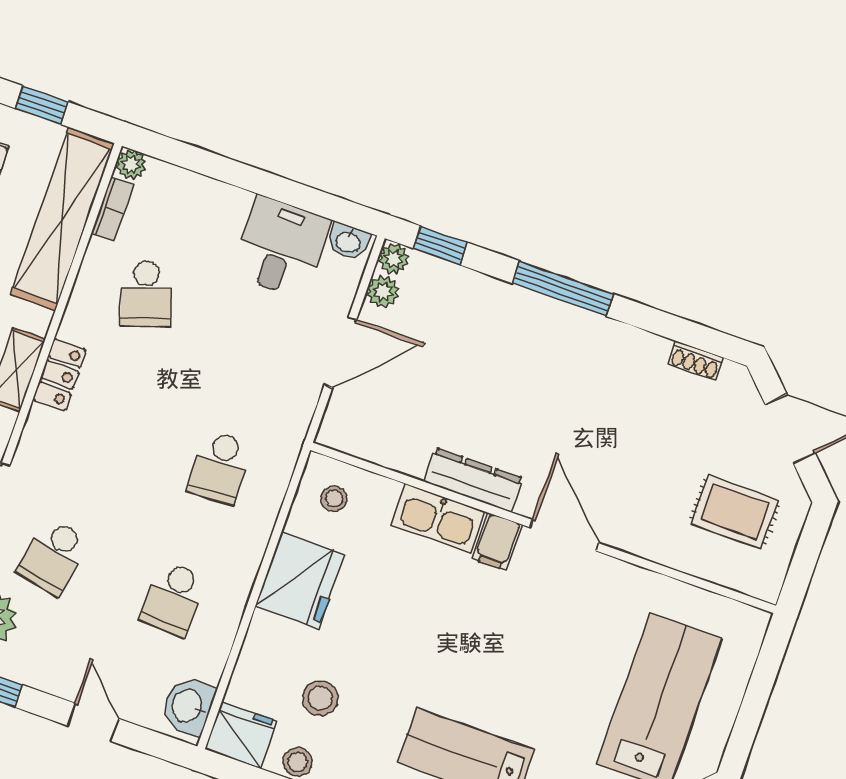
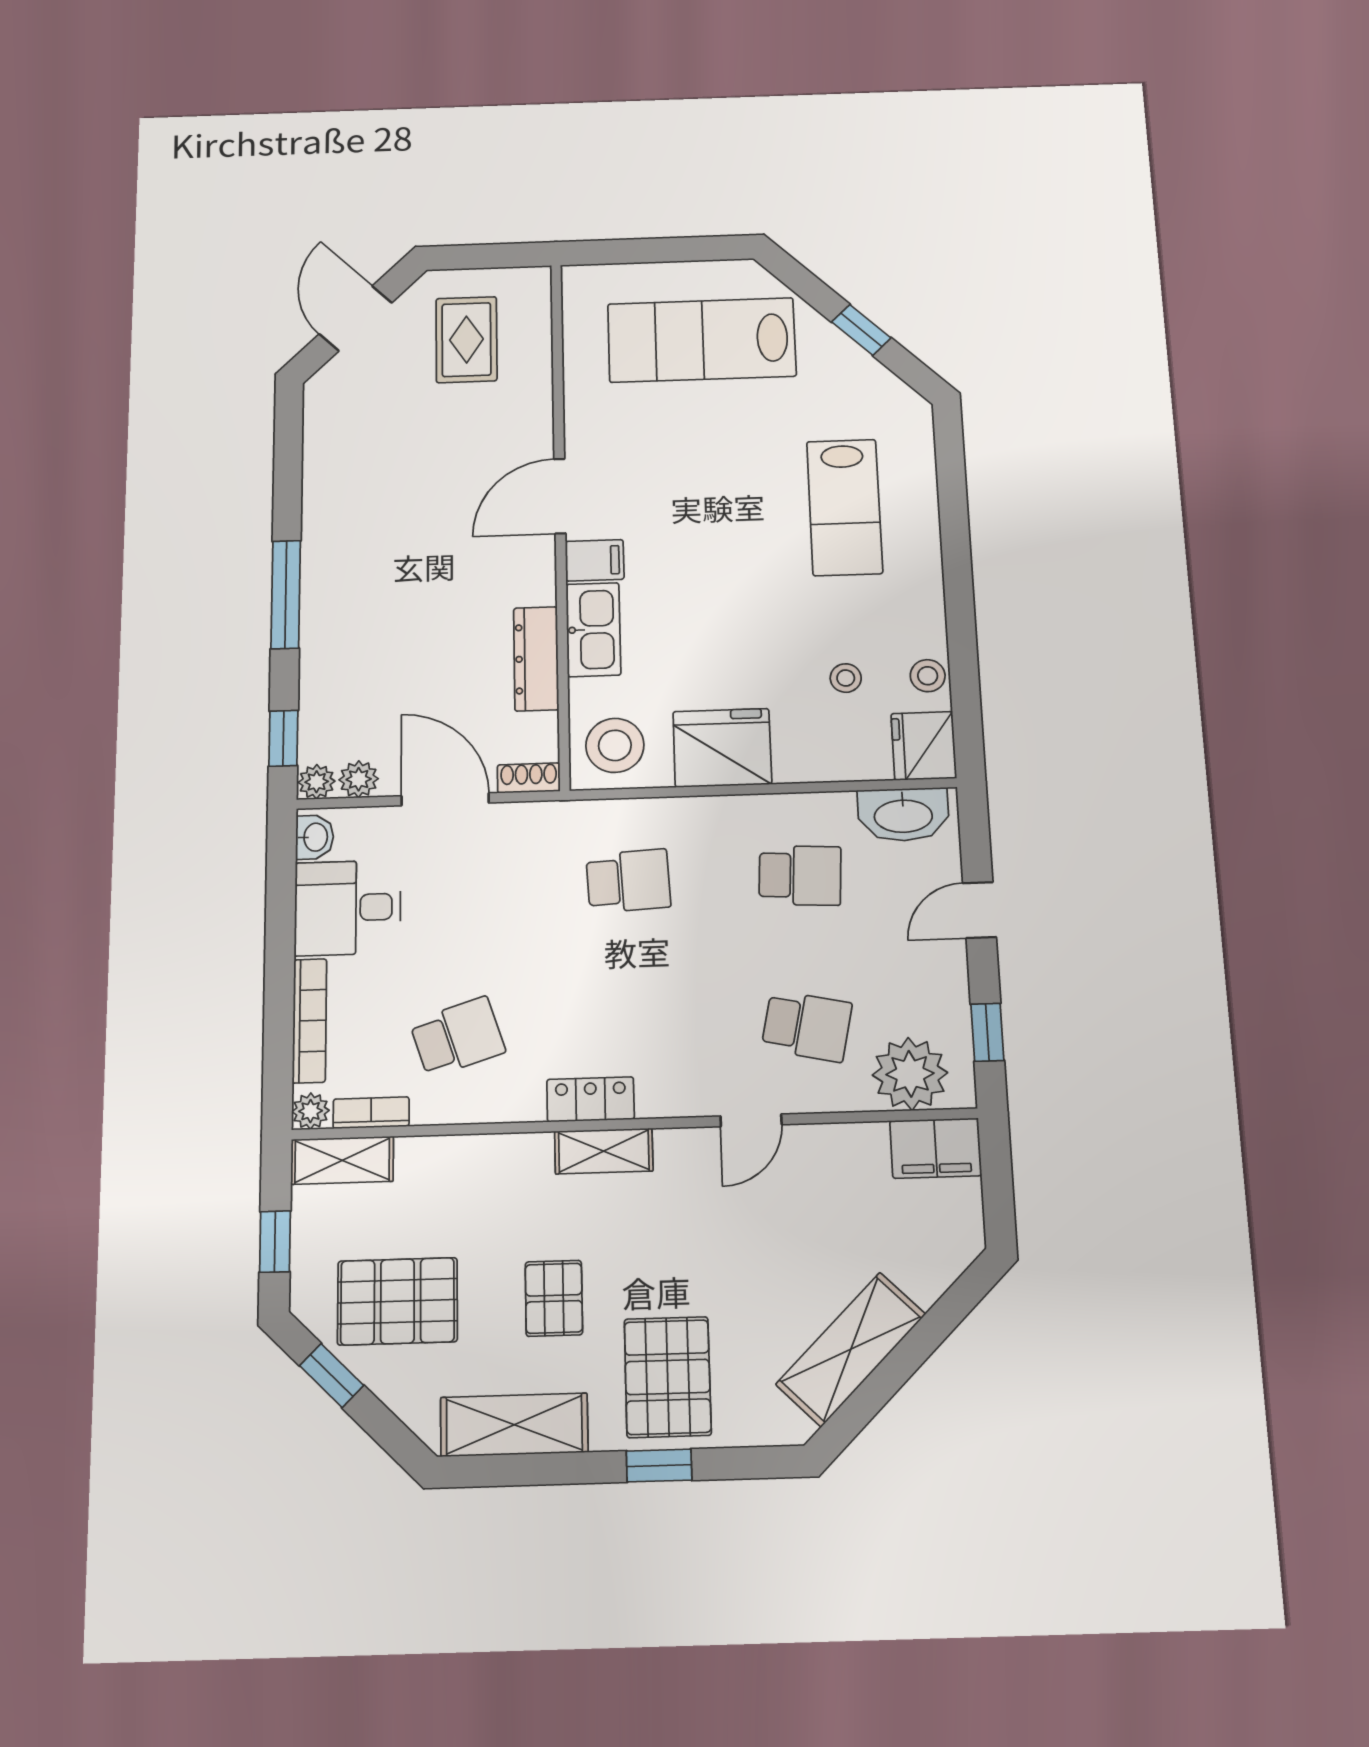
bookcase: (202, 188) -> (310, 1021), added
shelving: (62, 219) -> (342, 1160), width x0.45, depth x0.75
shoe rack: (696, 361) -> (529, 778), moved, turned -90
dresser: (474, 480) -> (536, 659), moved
stool: (334, 499) -> (615, 745), width x1.89, depth x1.89
stool: (320, 698) -> (846, 678), width x0.73, depth x0.73
washbasin: (188, 706) -> (903, 815), width x1.38

